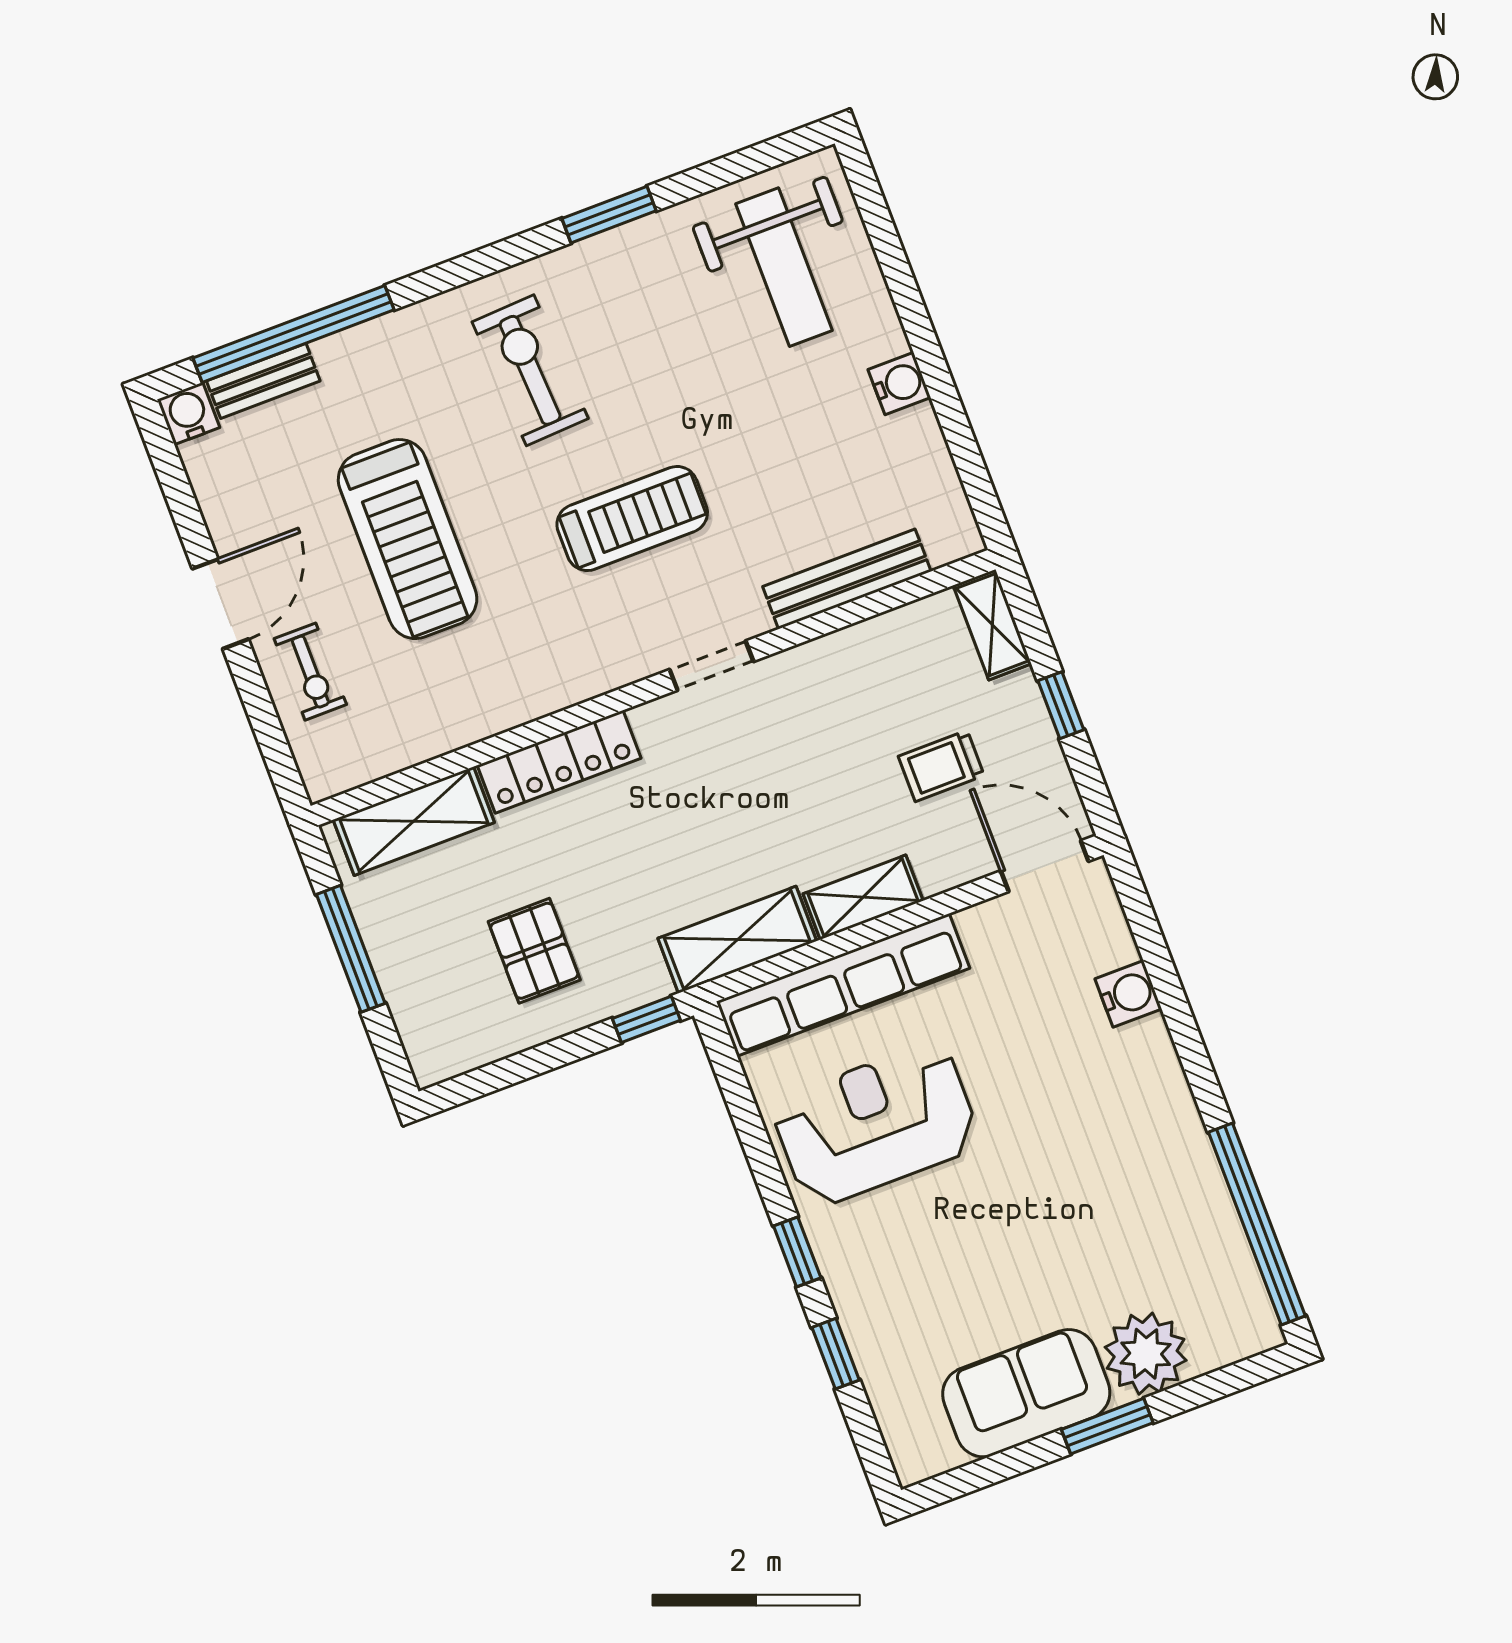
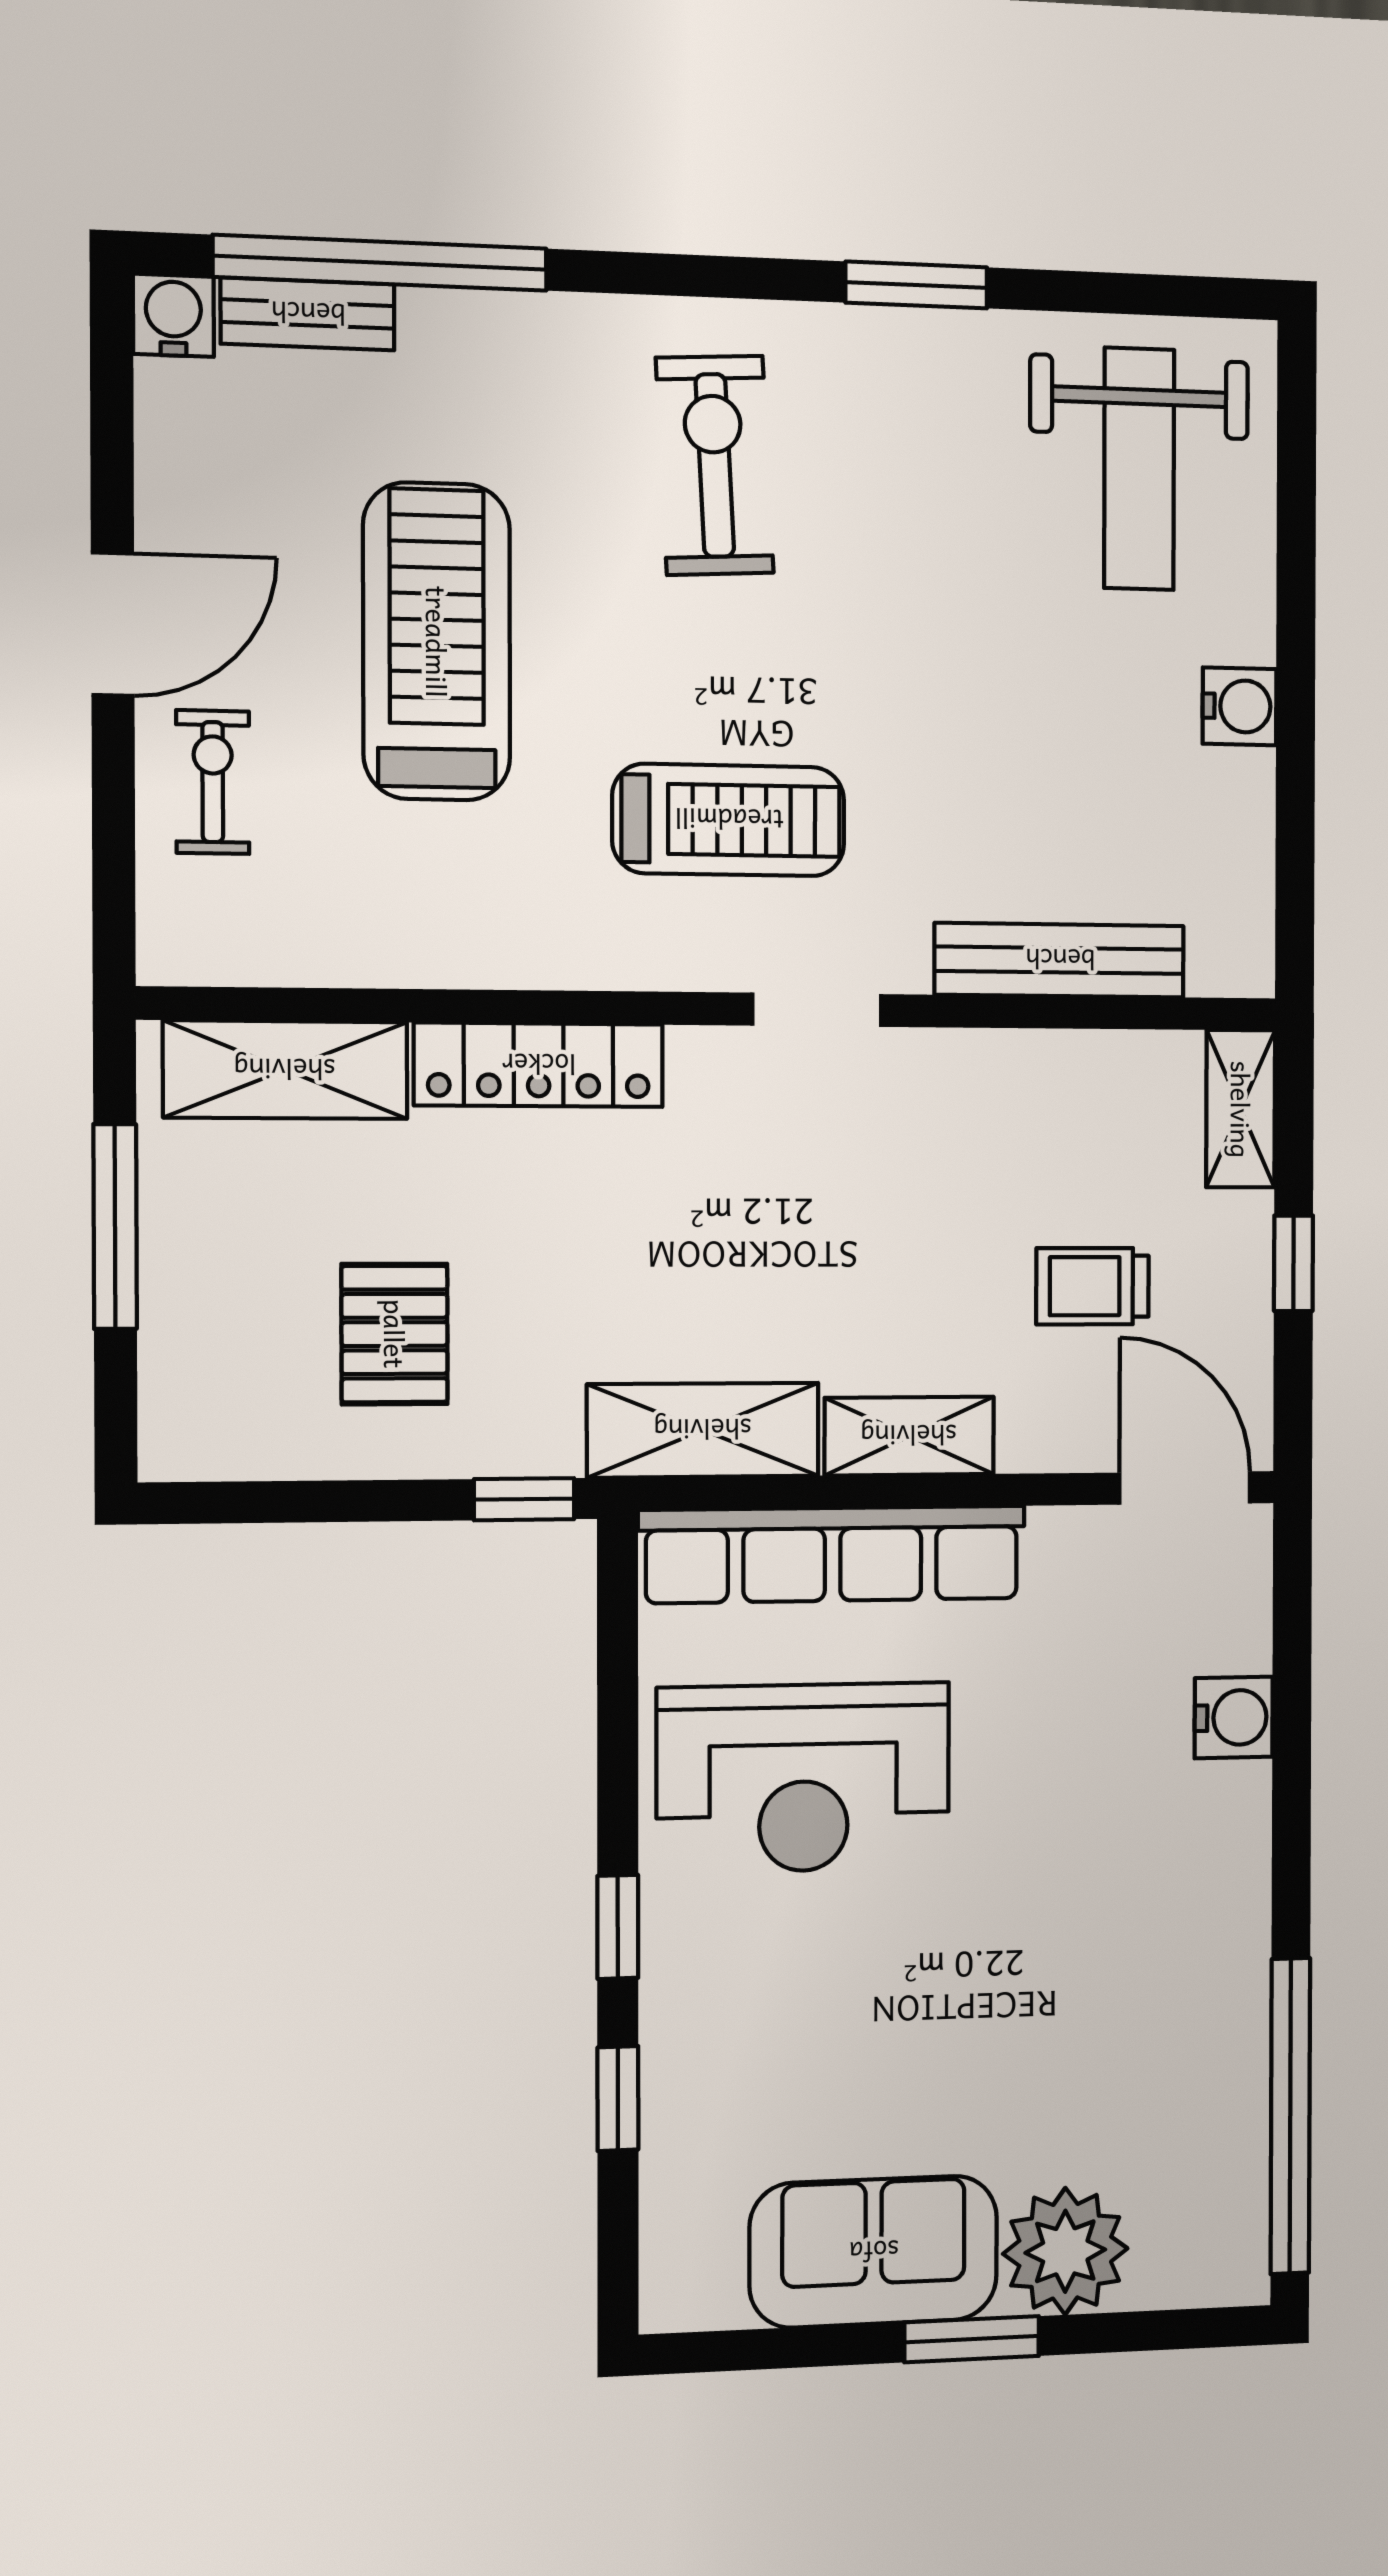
treadmill: (632, 519) -> (729, 820), moved
treadmill: (408, 539) -> (437, 642), turned 180
exercise bike: (310, 672) -> (213, 782), turned 180
reception desk: (876, 1124) -> (803, 1778), turned 180

